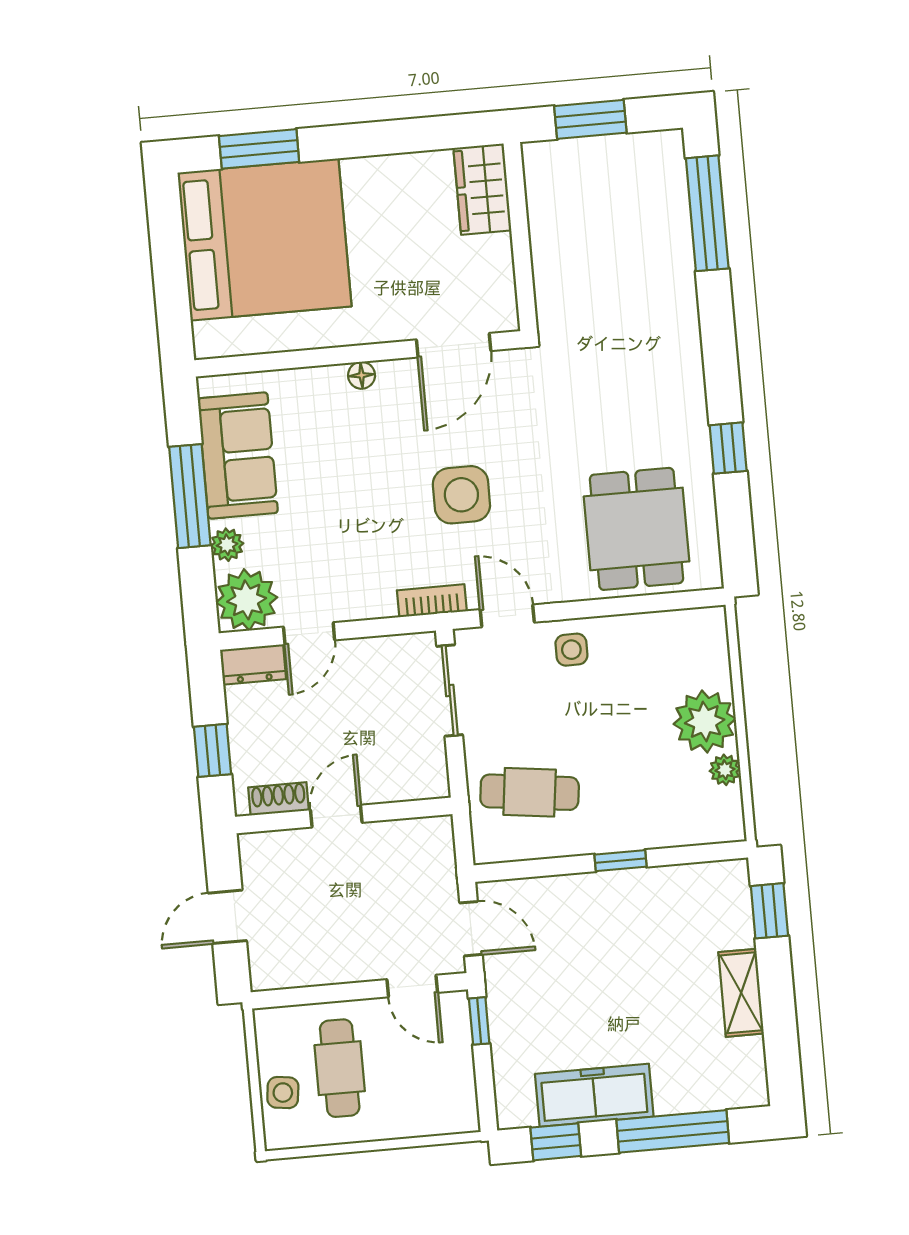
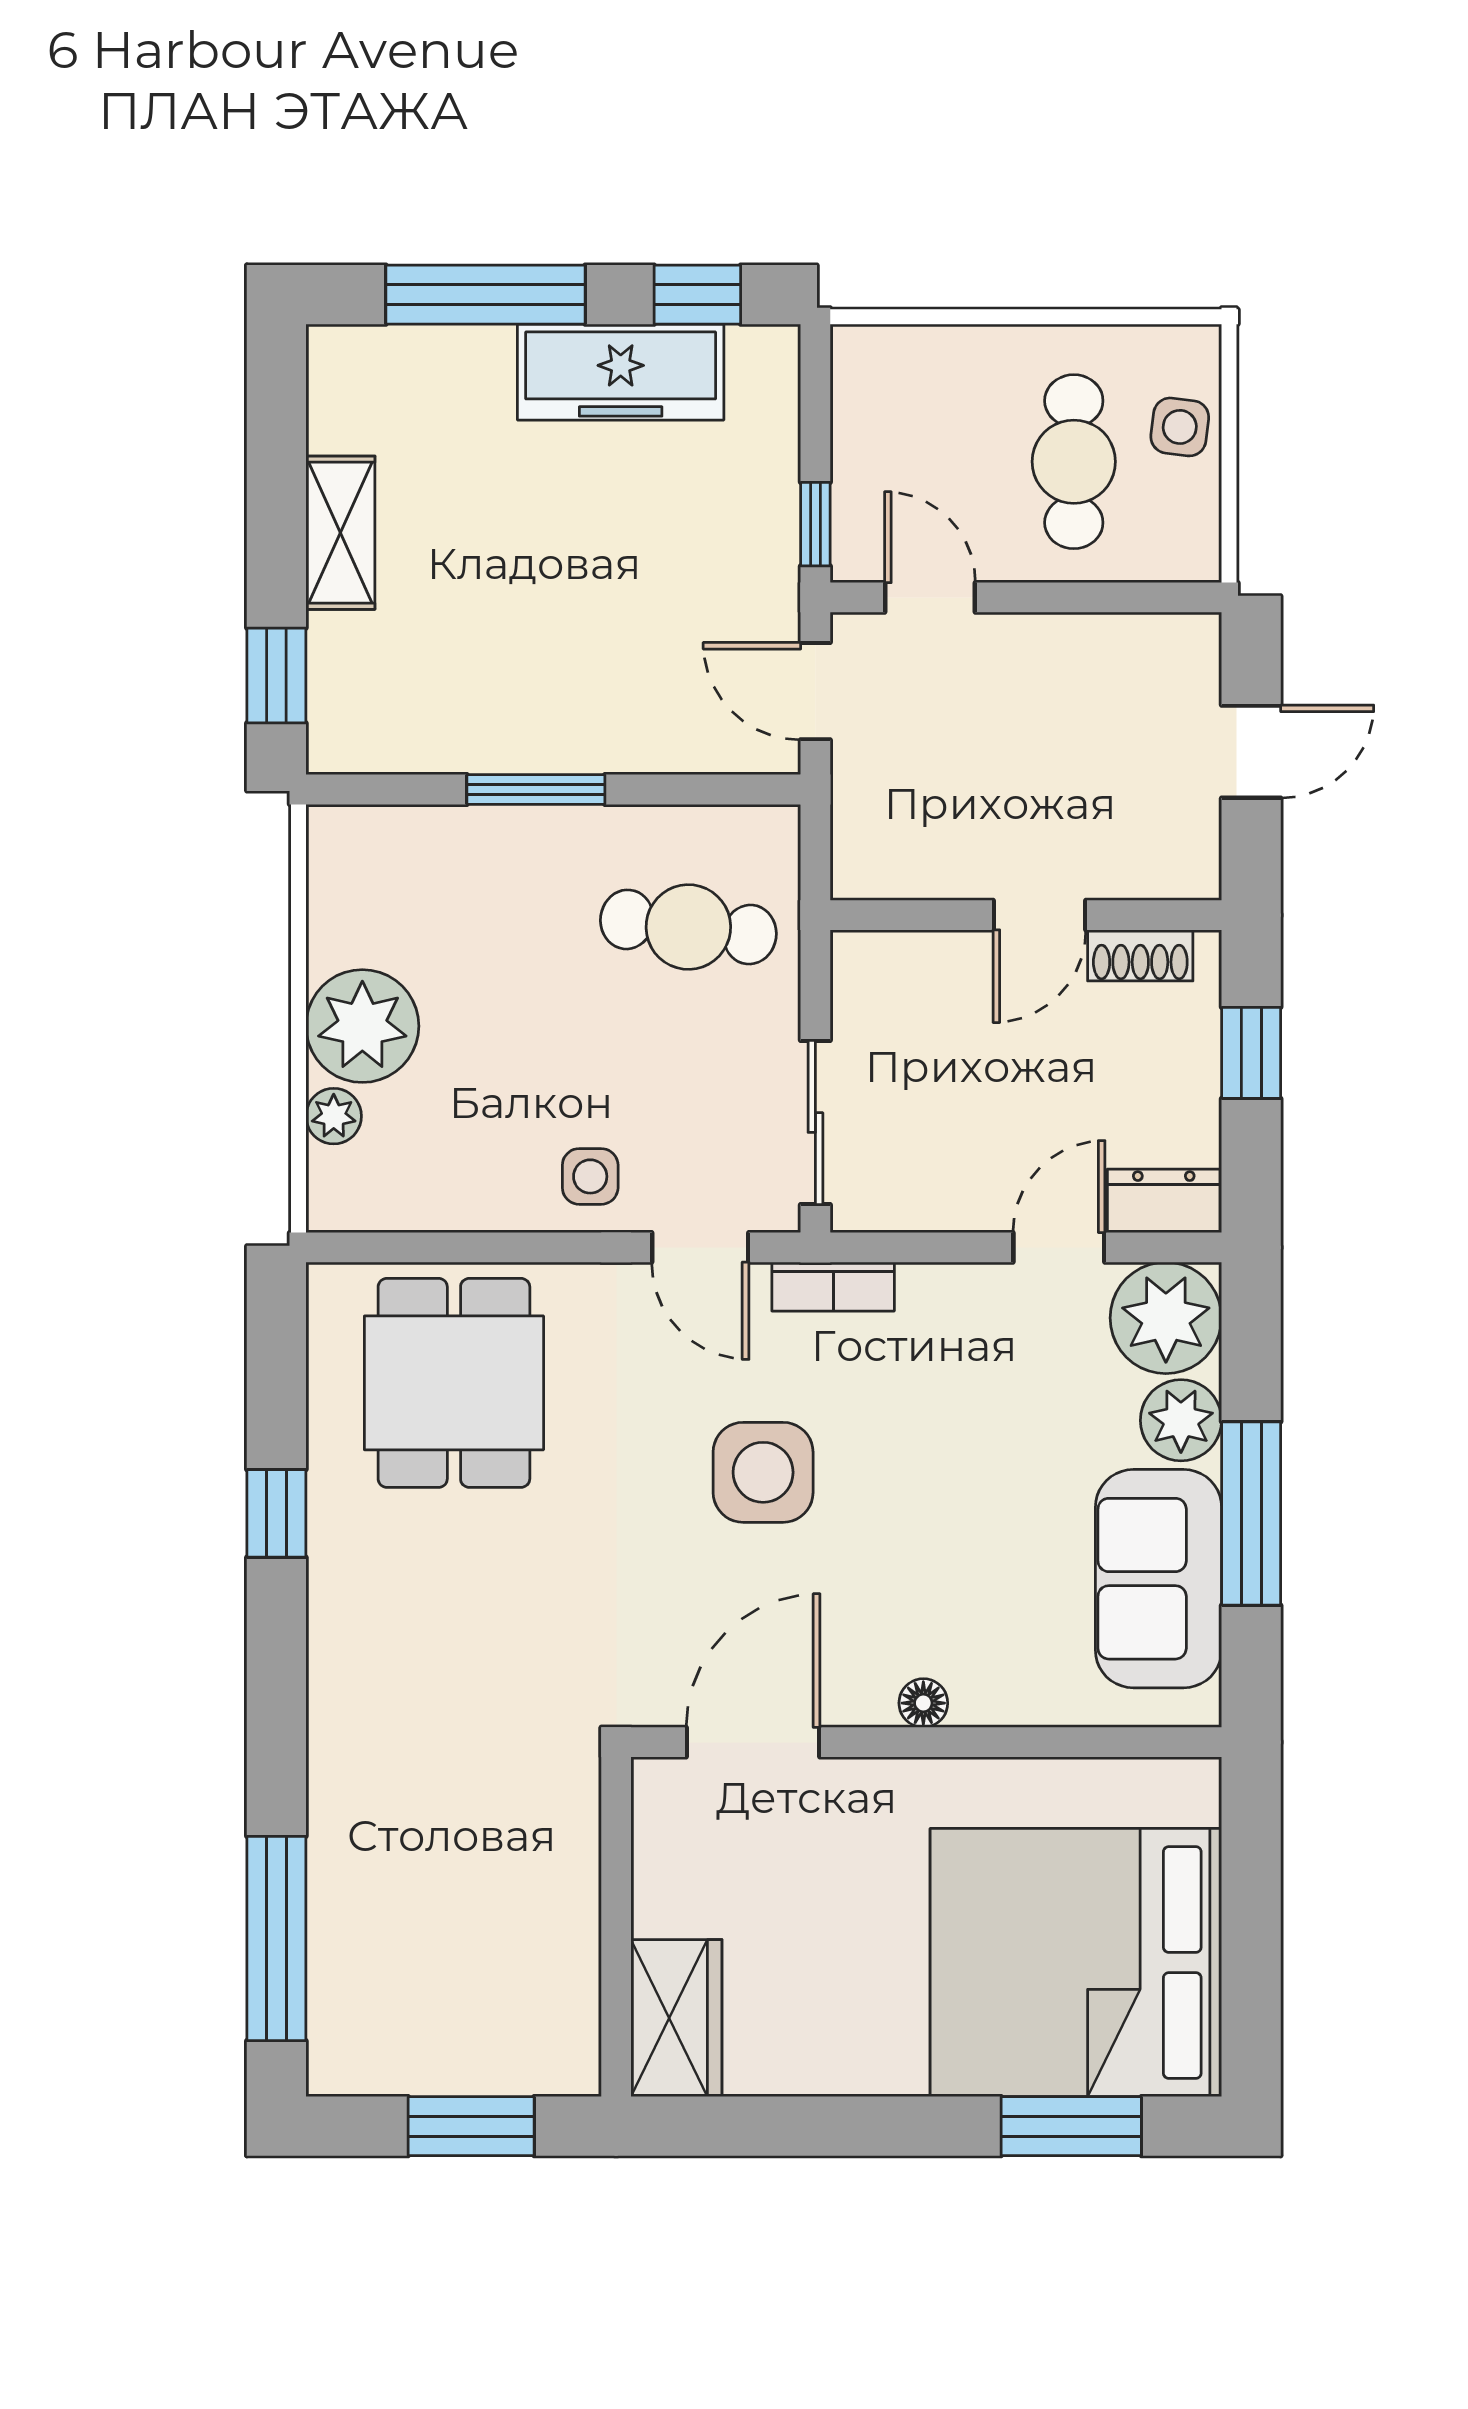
plant: (227, 545) -> (1181, 1420), width x1.38, depth x1.38
plant: (725, 770) -> (334, 1116), moved
window: (621, 861) -> (536, 789), width x1.50

